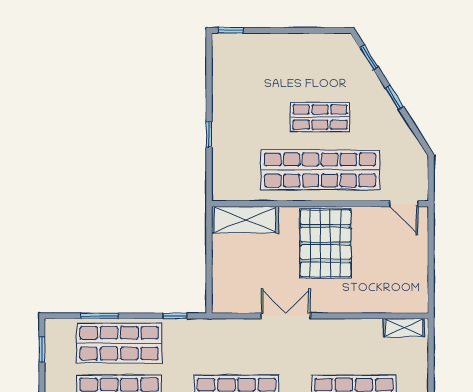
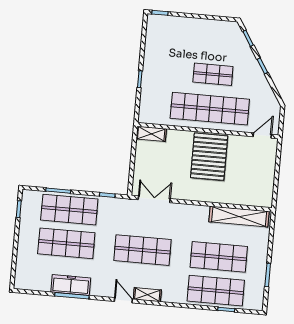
door: (404, 204) -> (262, 135), swing flipped
shelving: (245, 220) -> (151, 134), width x0.67, depth x0.75
double door: (286, 316) -> (154, 199), moved
shelving: (404, 328) -> (239, 217), width x2.20, depth x1.33

